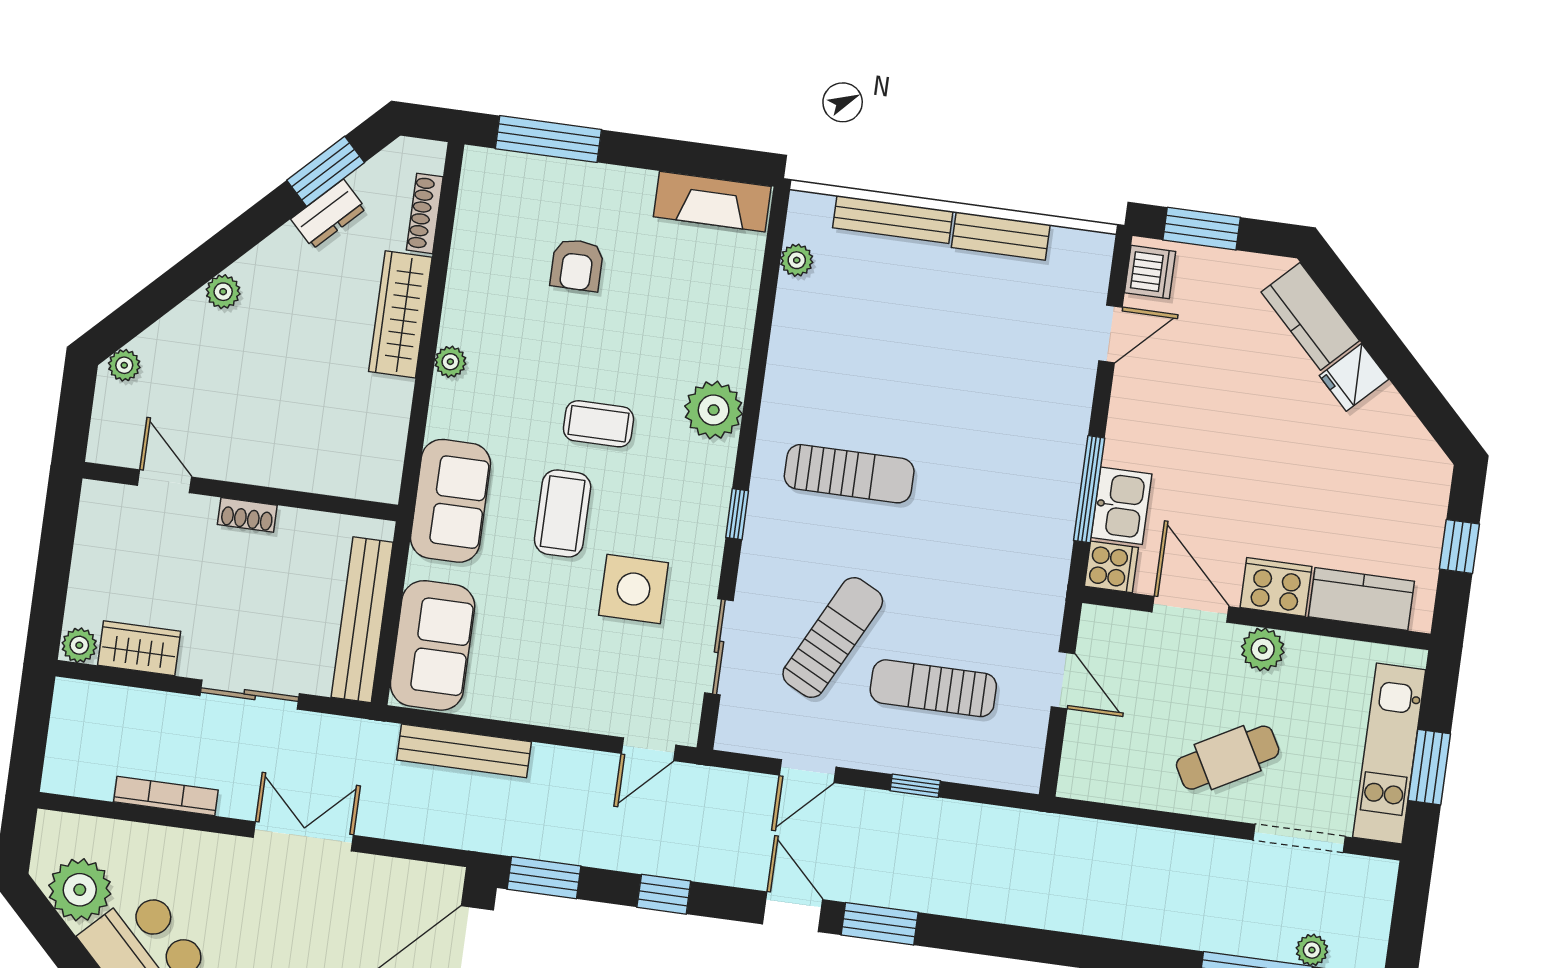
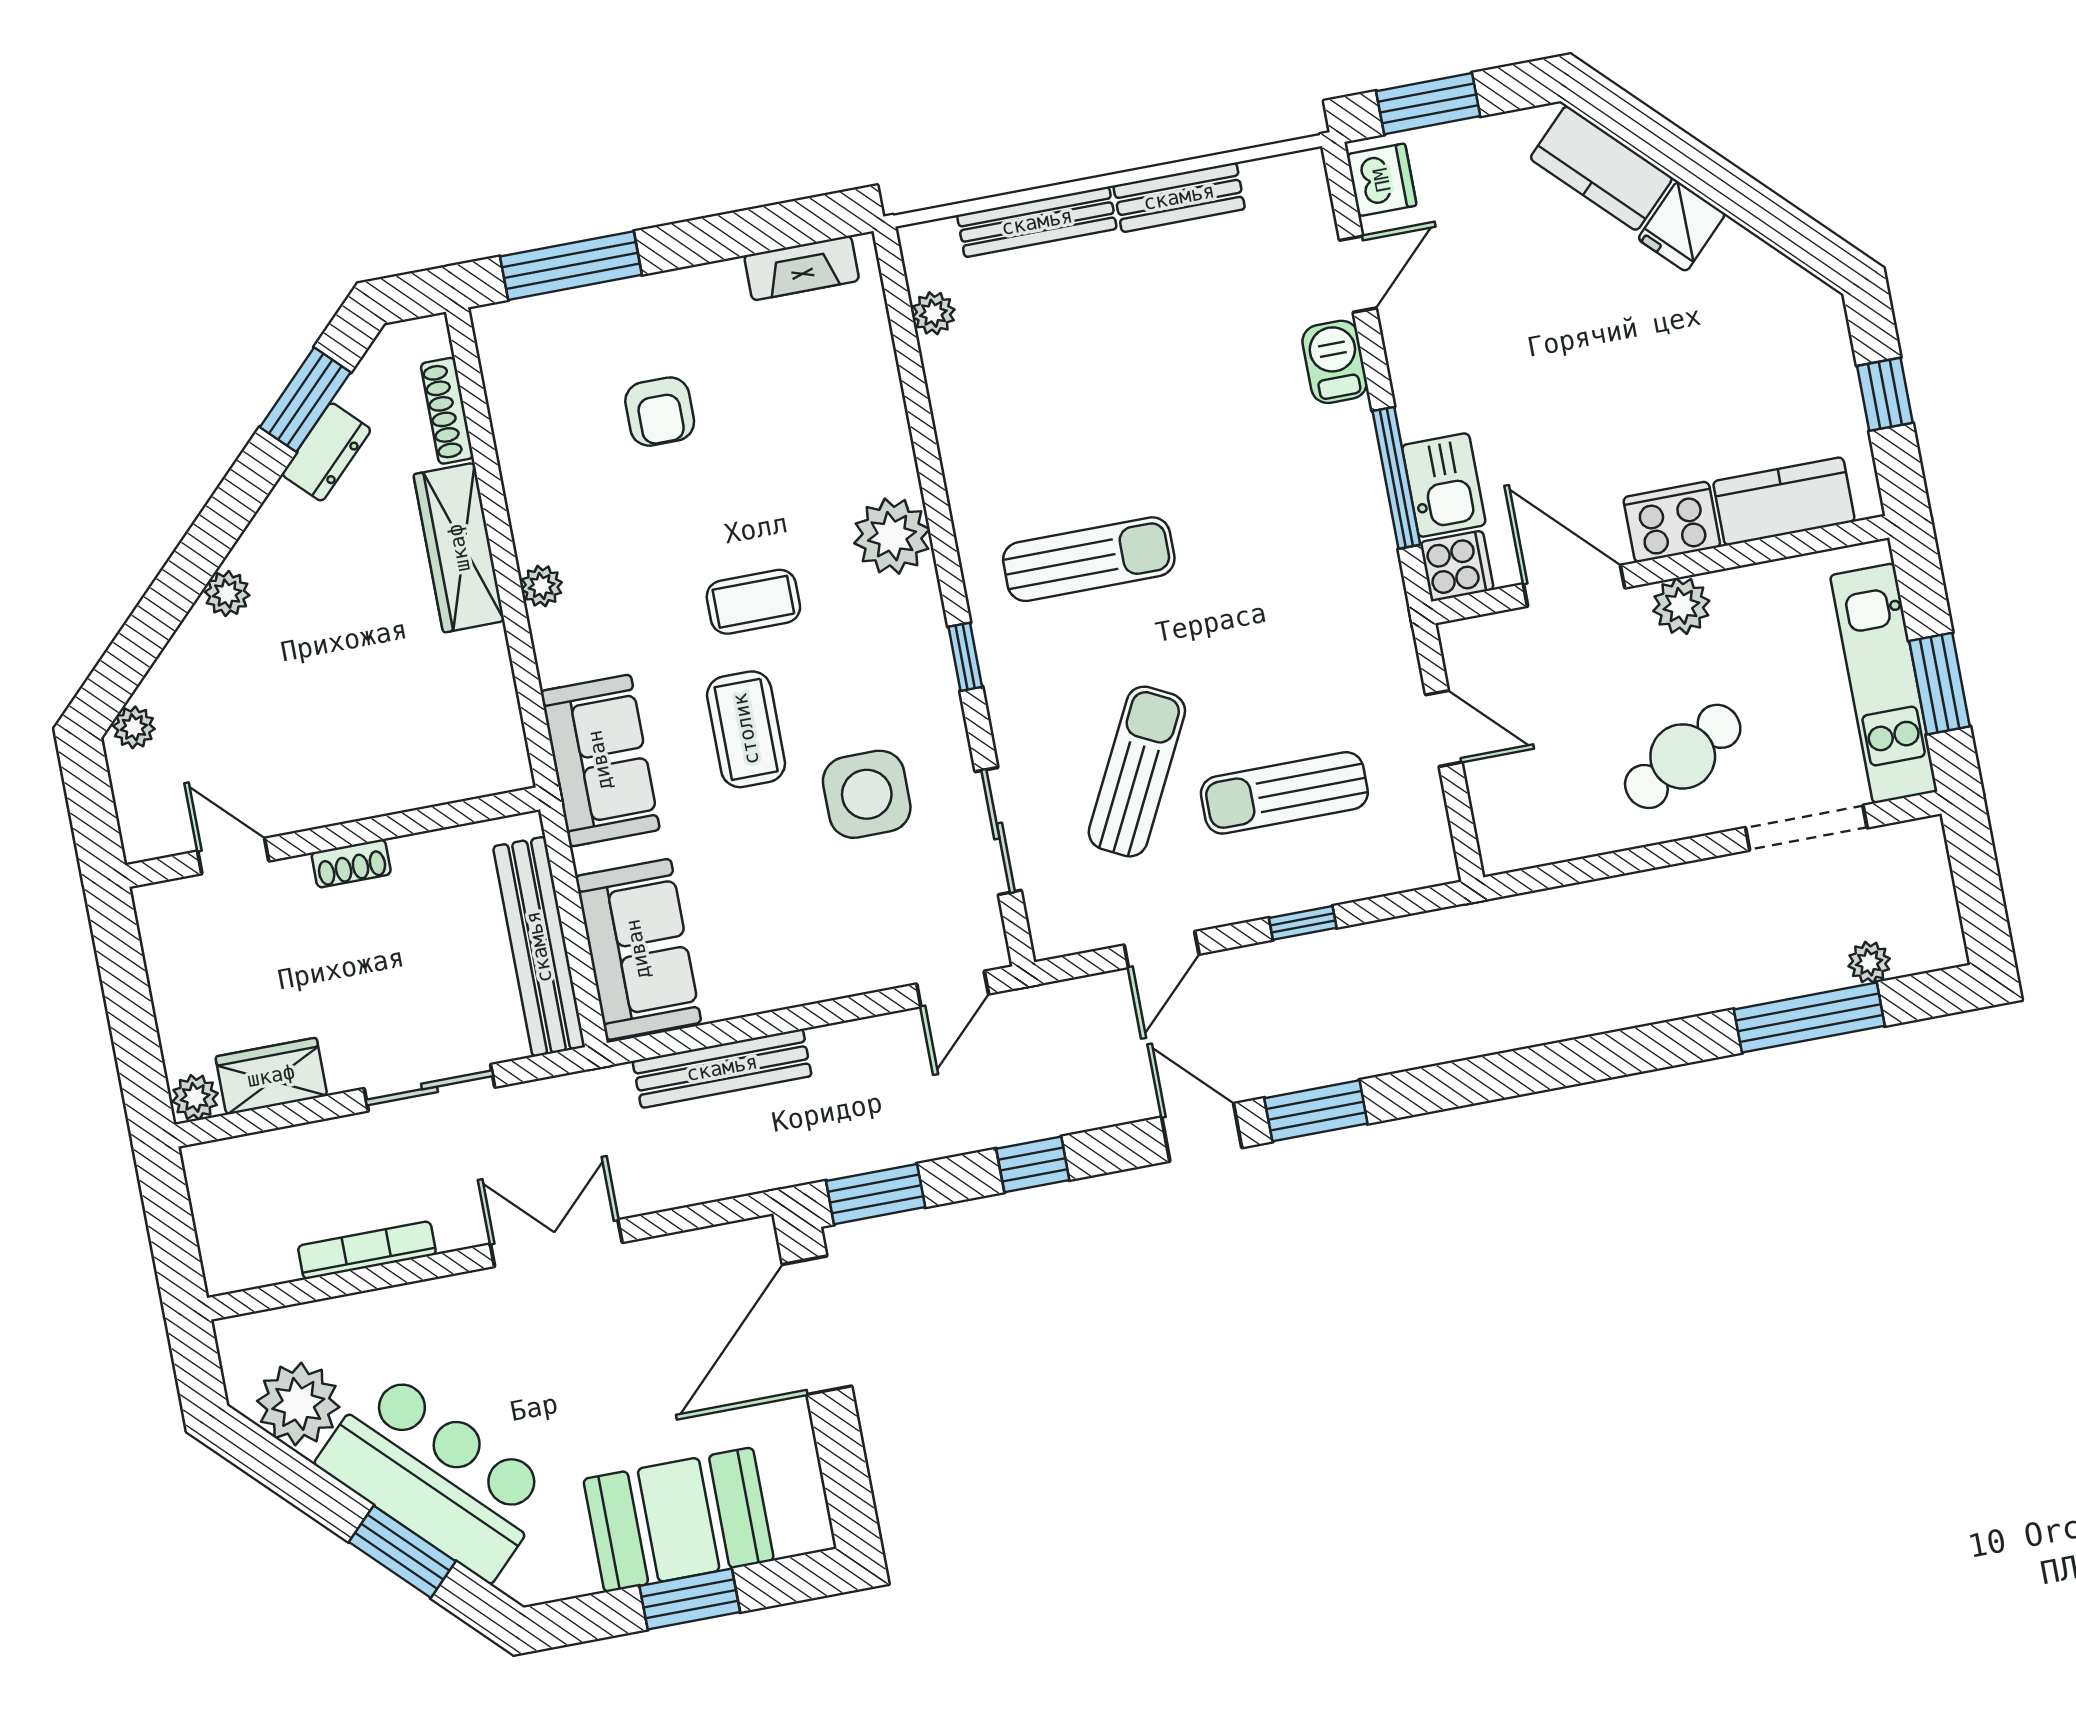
fireplace: (712, 202) -> (802, 268), width x0.73, depth x0.76
barbecue: (1073, 391) -> (1335, 362), added

